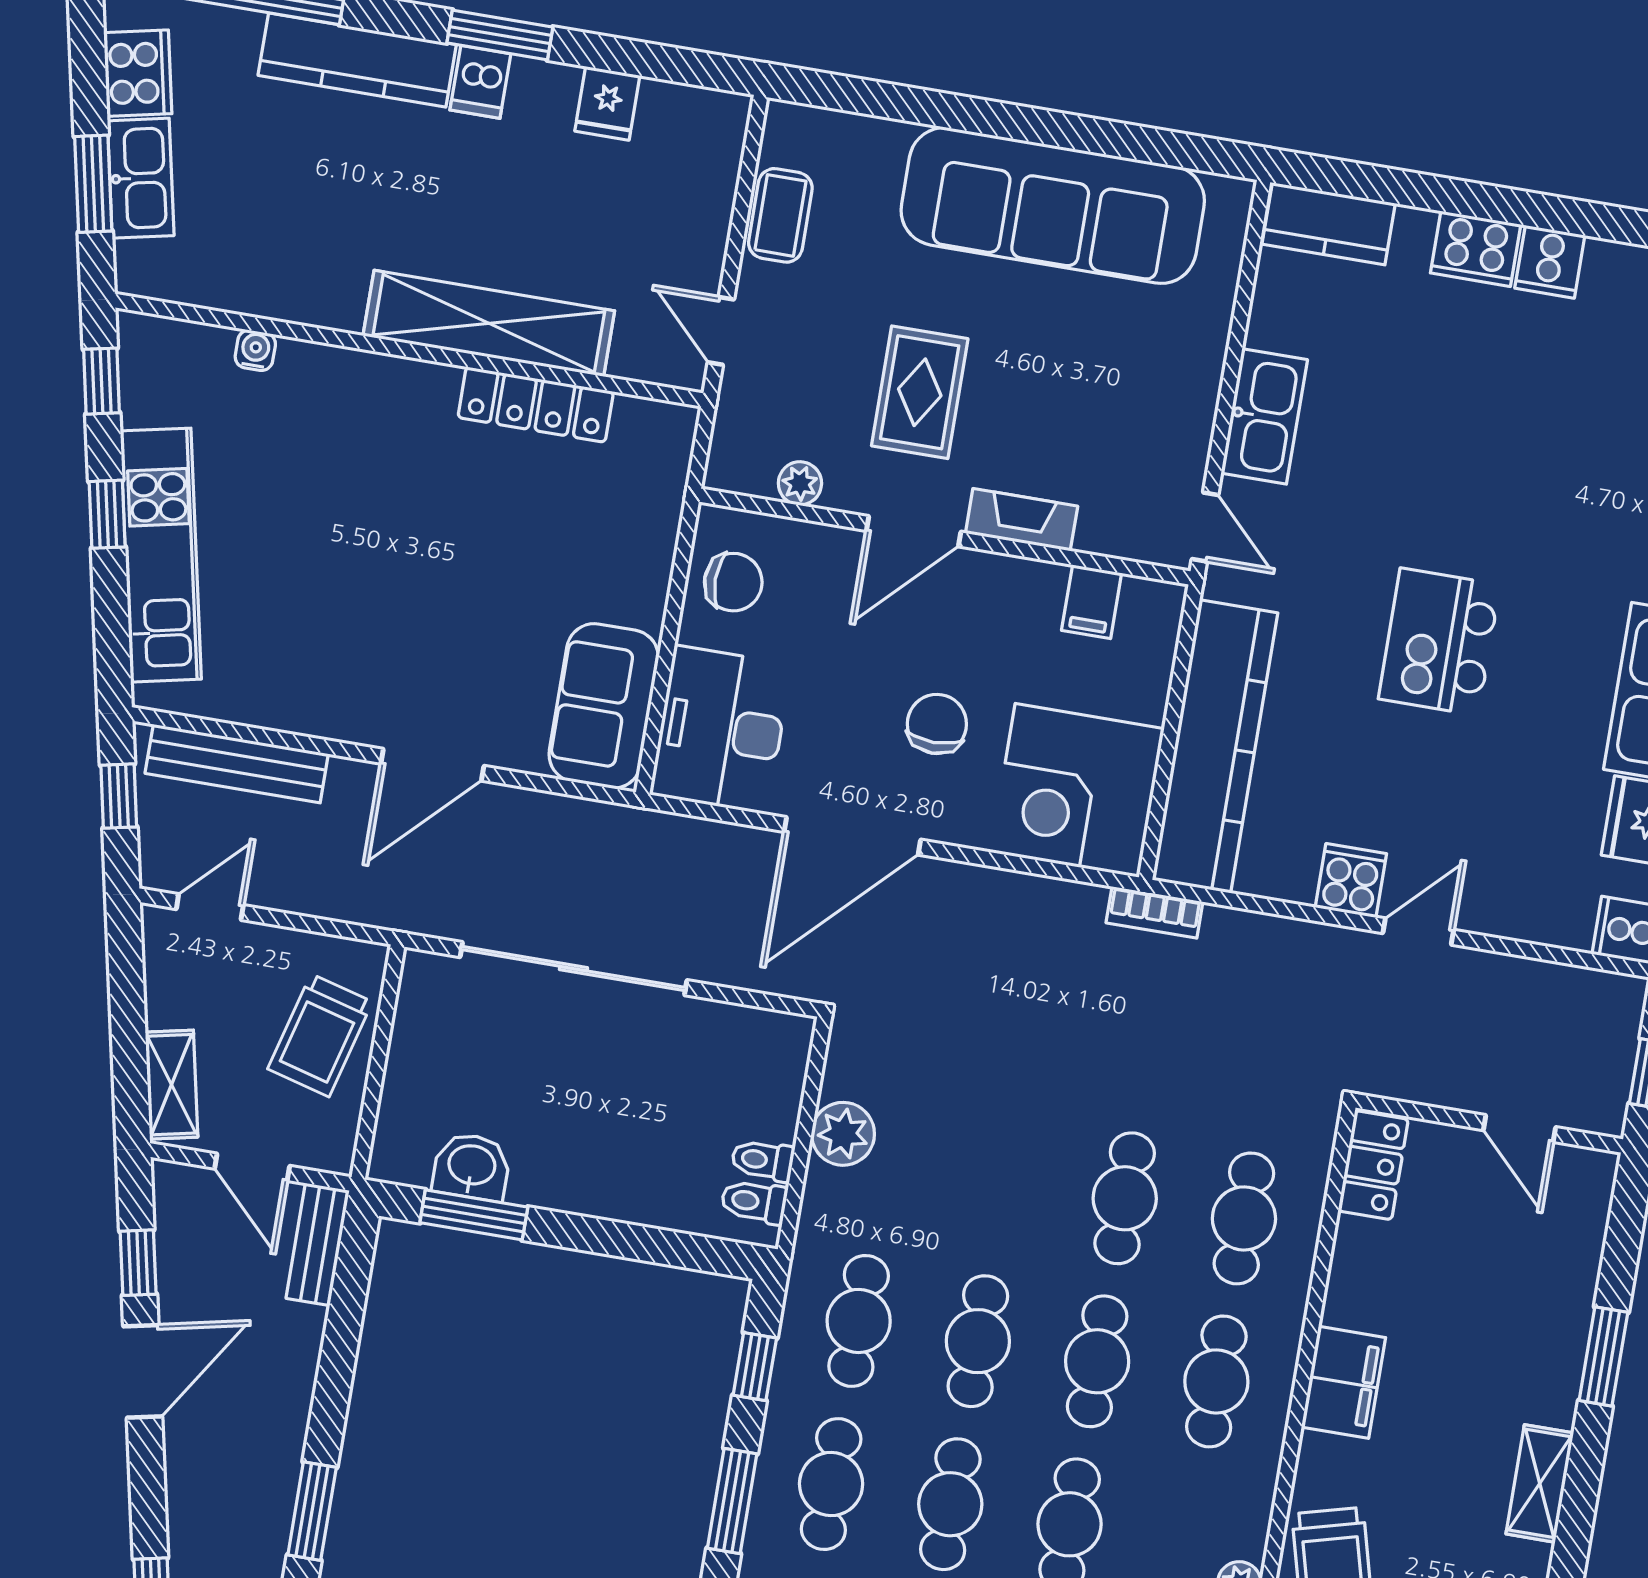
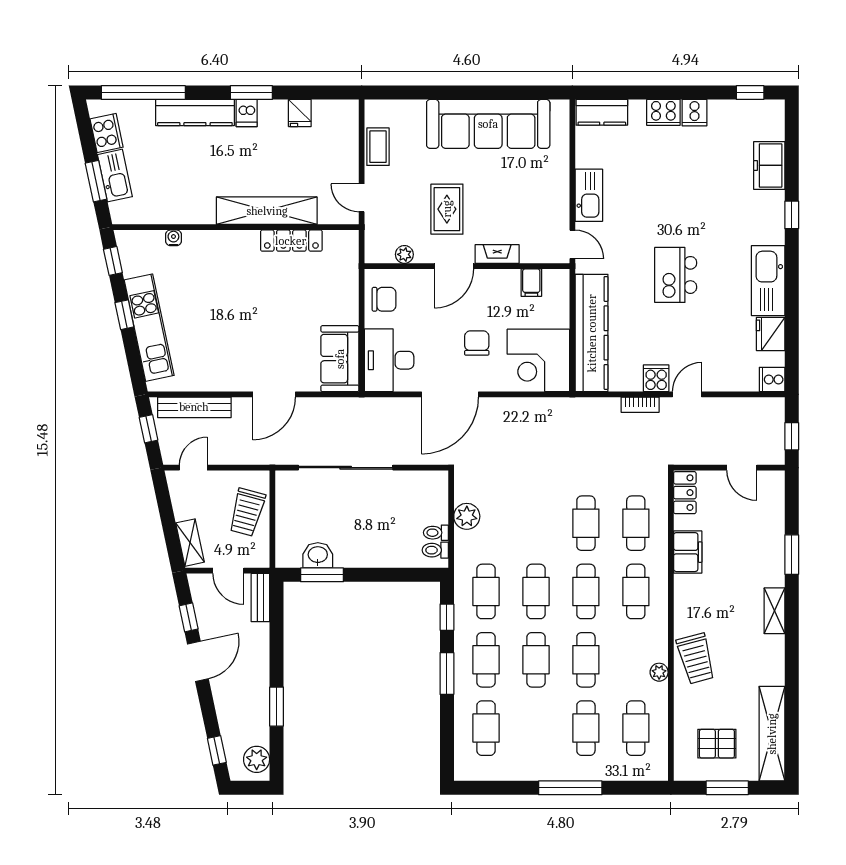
bookcase: (1154, 912) -> (640, 405), moved
filing cabinet: (1344, 1382) -> (688, 552), moved

